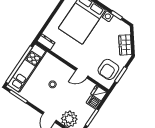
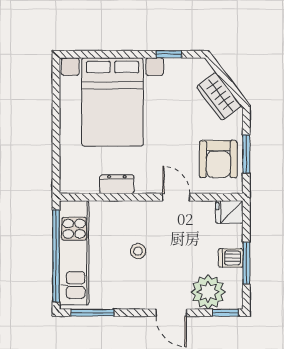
dresser: (46, 42) -> (117, 184), moved
door: (82, 73) -> (176, 197), swing flipped
dishwasher: (93, 102) -> (231, 258), moved

